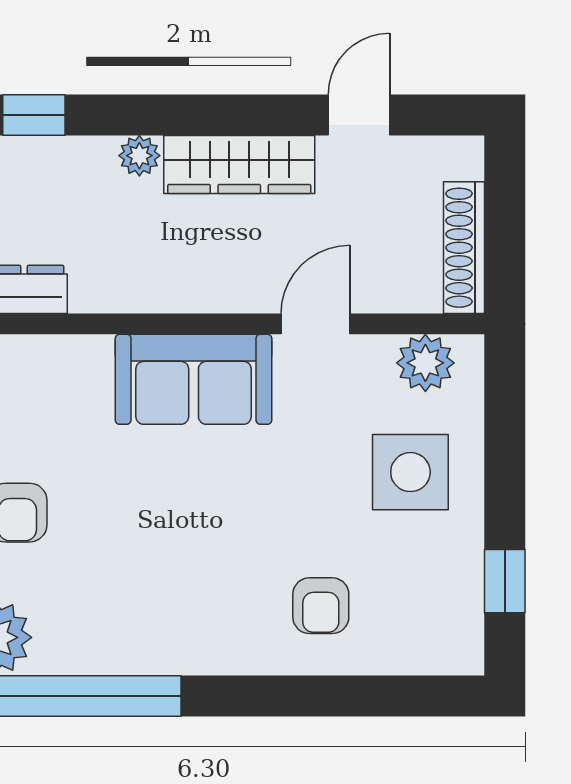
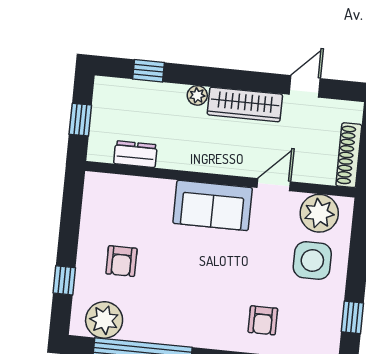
plant: (425, 363) -> (319, 213), width x1.36, depth x1.36

